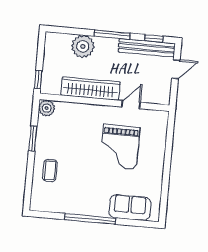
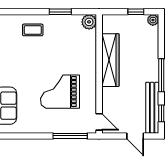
plant: (83, 46) -> (153, 20), moved, width x0.53, depth x0.53
window: (38, 80) -> (136, 12), moved
door: (131, 105) -> (99, 122), moved
window: (169, 140) -> (70, 136), added

